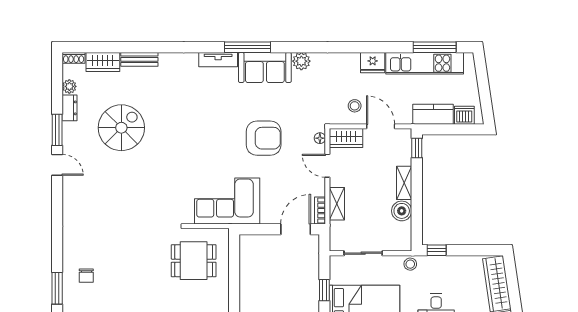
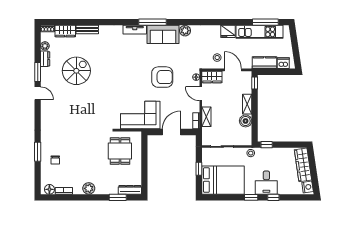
door: (296, 229) -> (171, 132), moved
dining table: (194, 261) -> (120, 151), turned 90
window: (57, 288) -> (38, 152), moved

